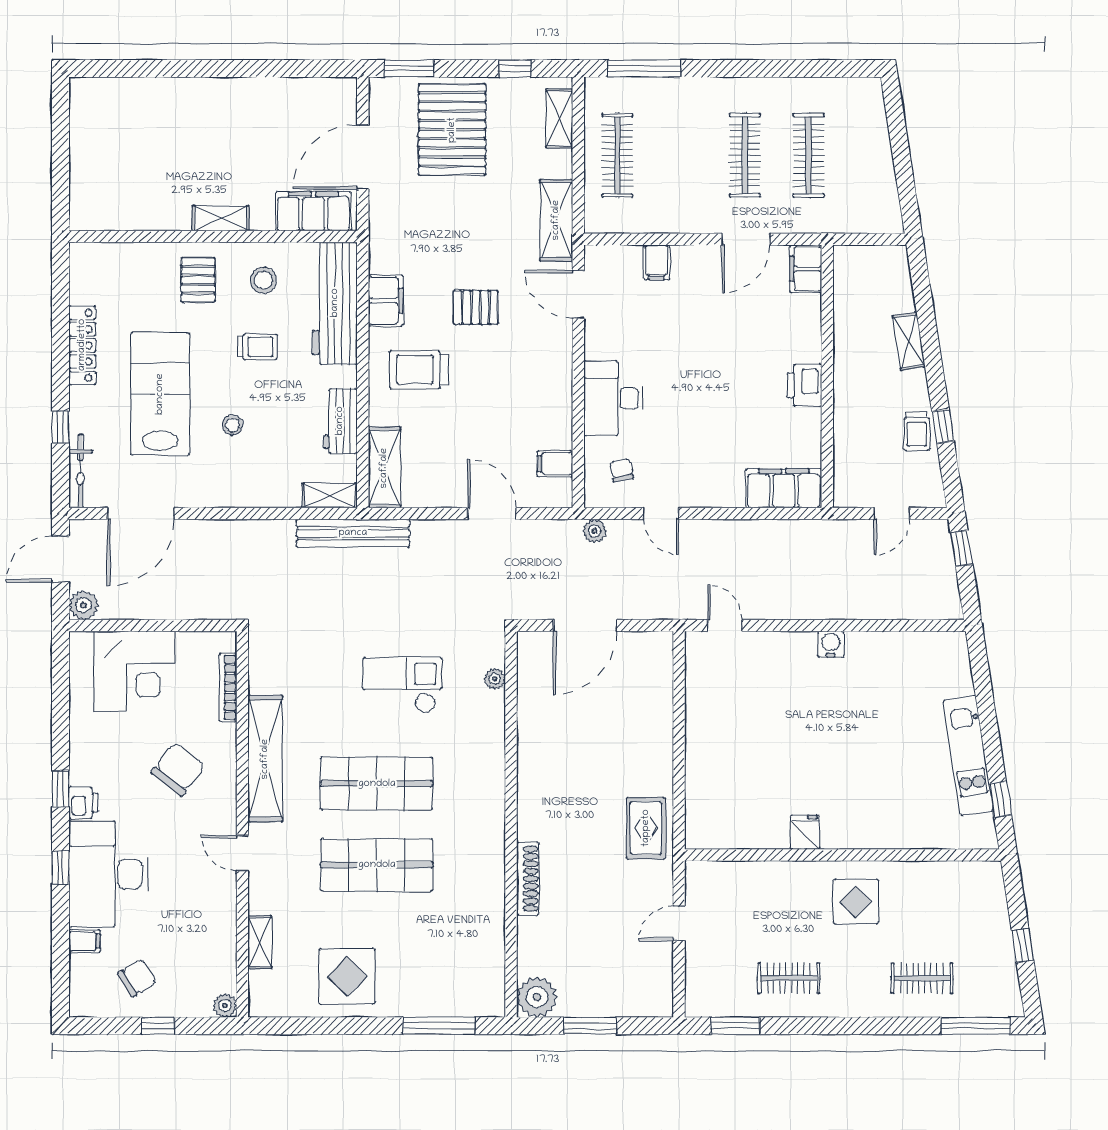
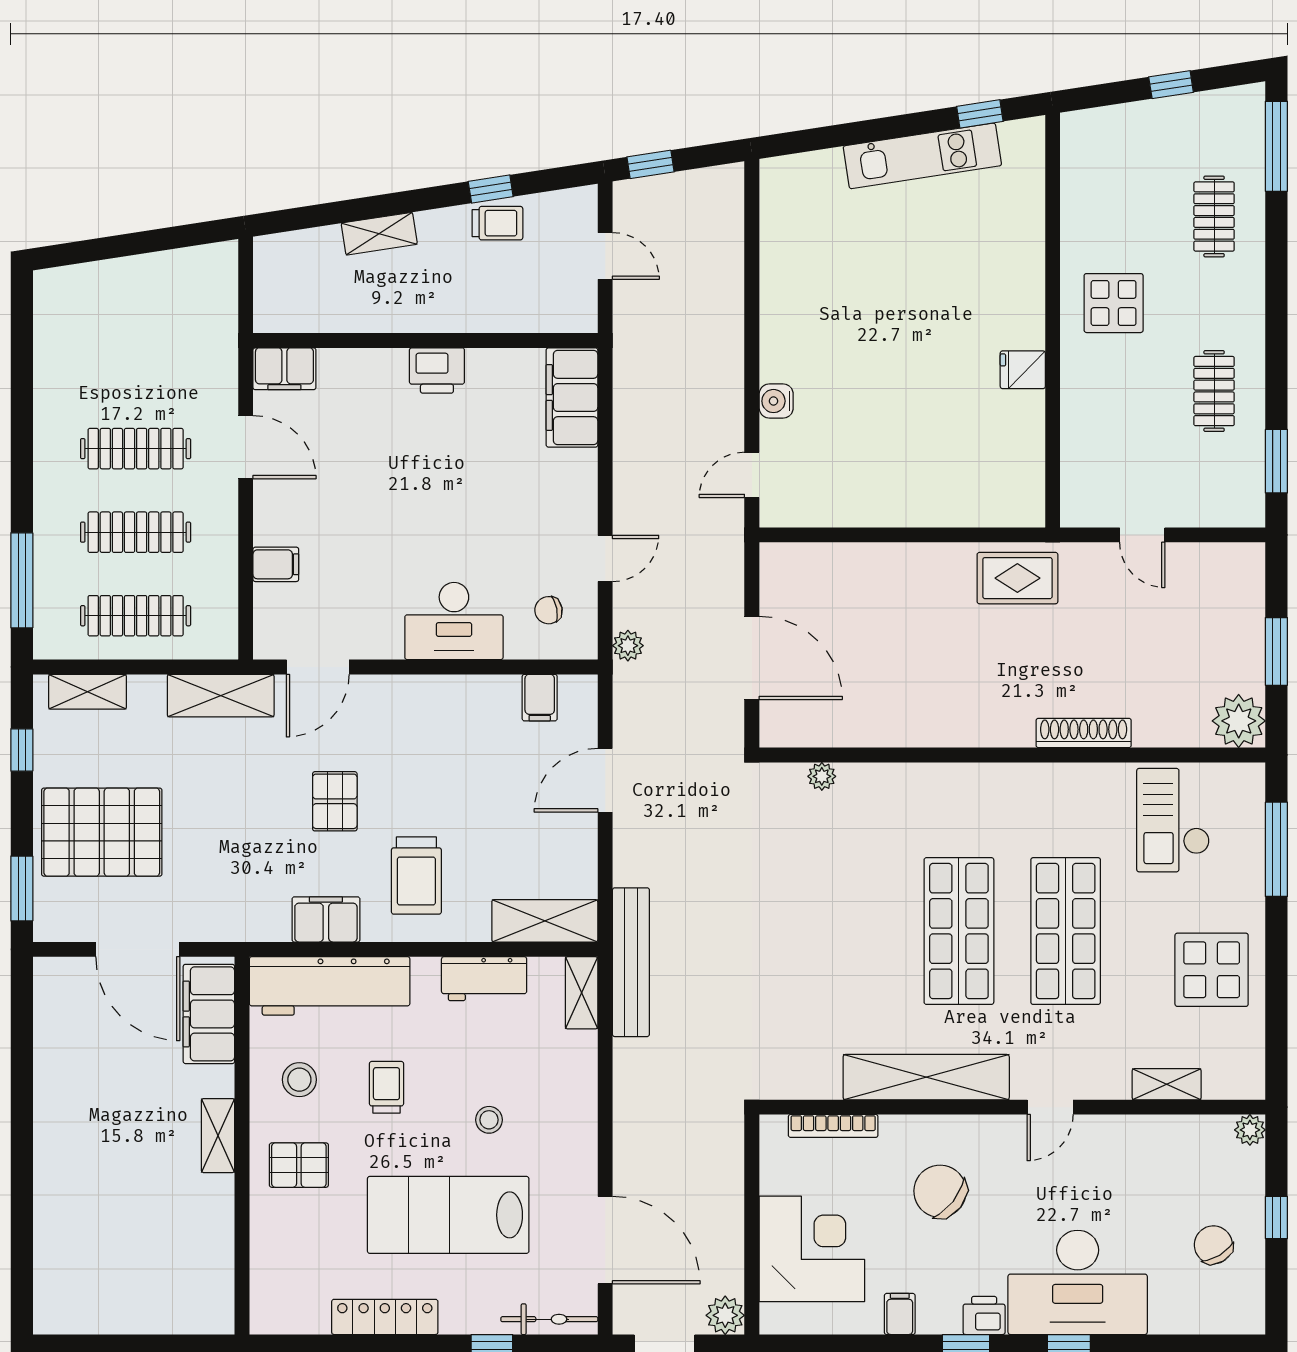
clothes rail: (809, 155) -> (136, 532), moved
water cooler: (831, 644) -> (776, 401), moved
checkout: (402, 685) -> (1173, 820), moved
filing cabinet: (85, 941) -> (900, 1314), moved

